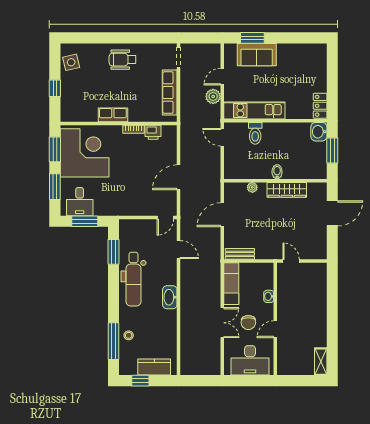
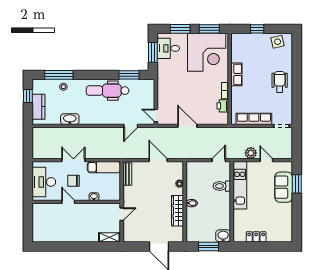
locker: (320, 106) -> (256, 237), moved
washbasin: (170, 297) -> (70, 119), moved
double door: (222, 323) -> (73, 160), swing flipped
shelving: (321, 362) -> (109, 237), moved

